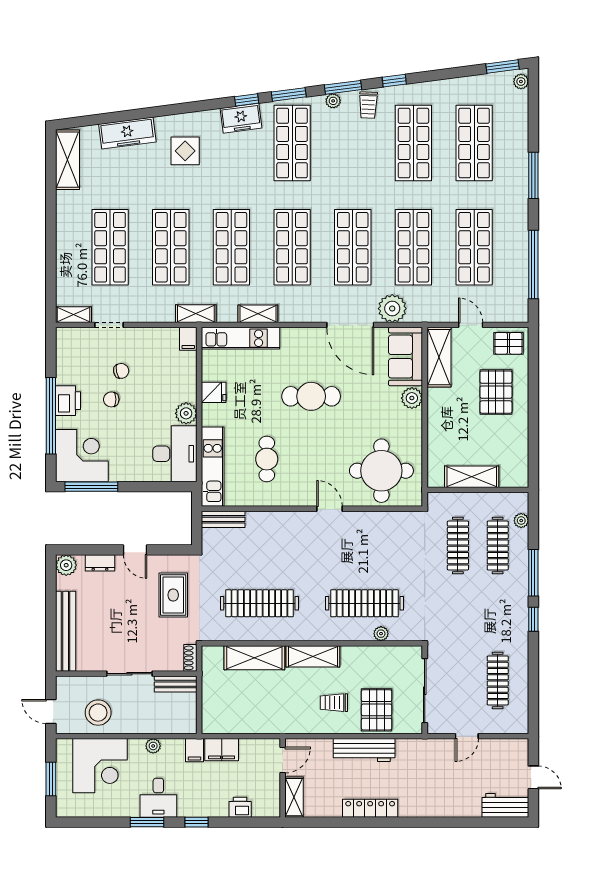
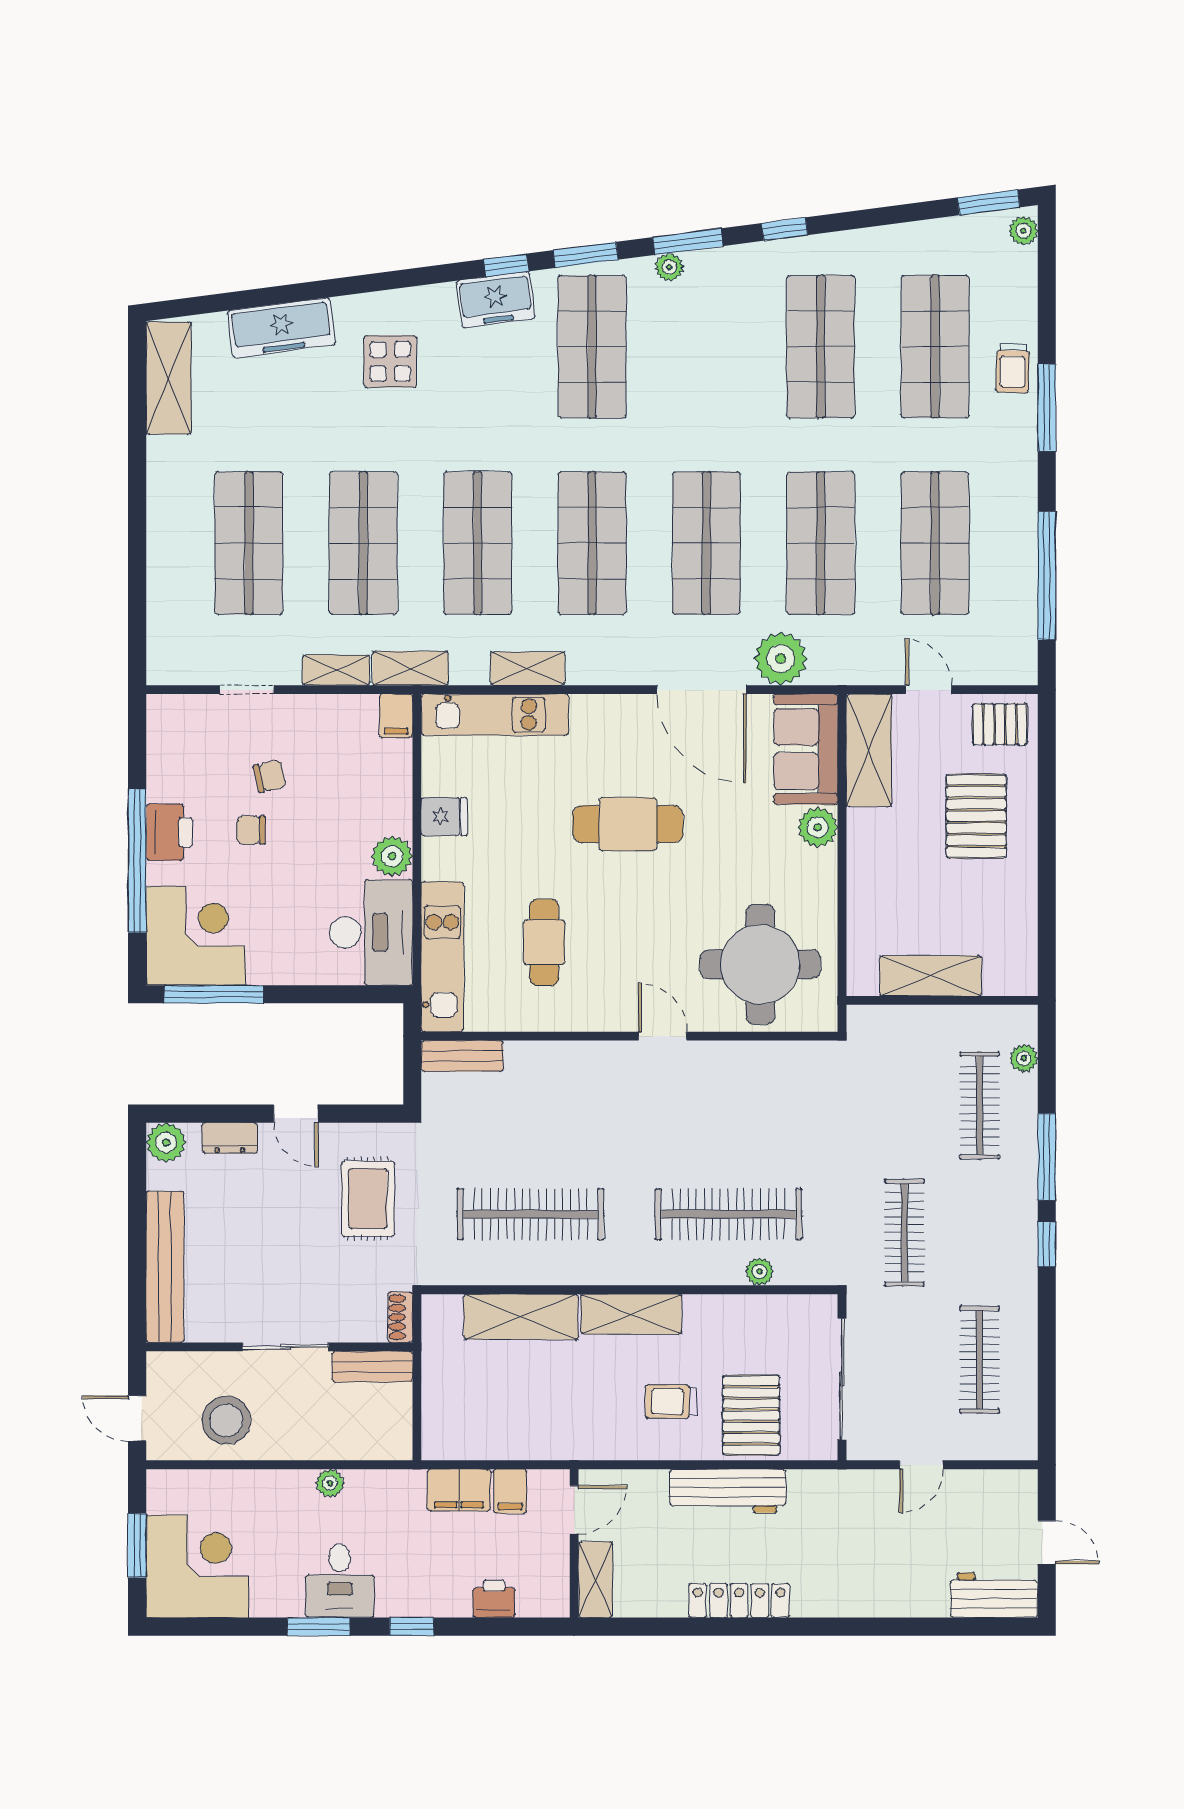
trolley: (368, 105) -> (1013, 368), moved
shelving: (73, 315) -> (336, 670), moved
clothes rail: (458, 546) -> (905, 1233), moved
filing cabinet: (194, 750) -> (510, 1491), moved
corner desk: (100, 766) -> (197, 1566), moved, turned -90

